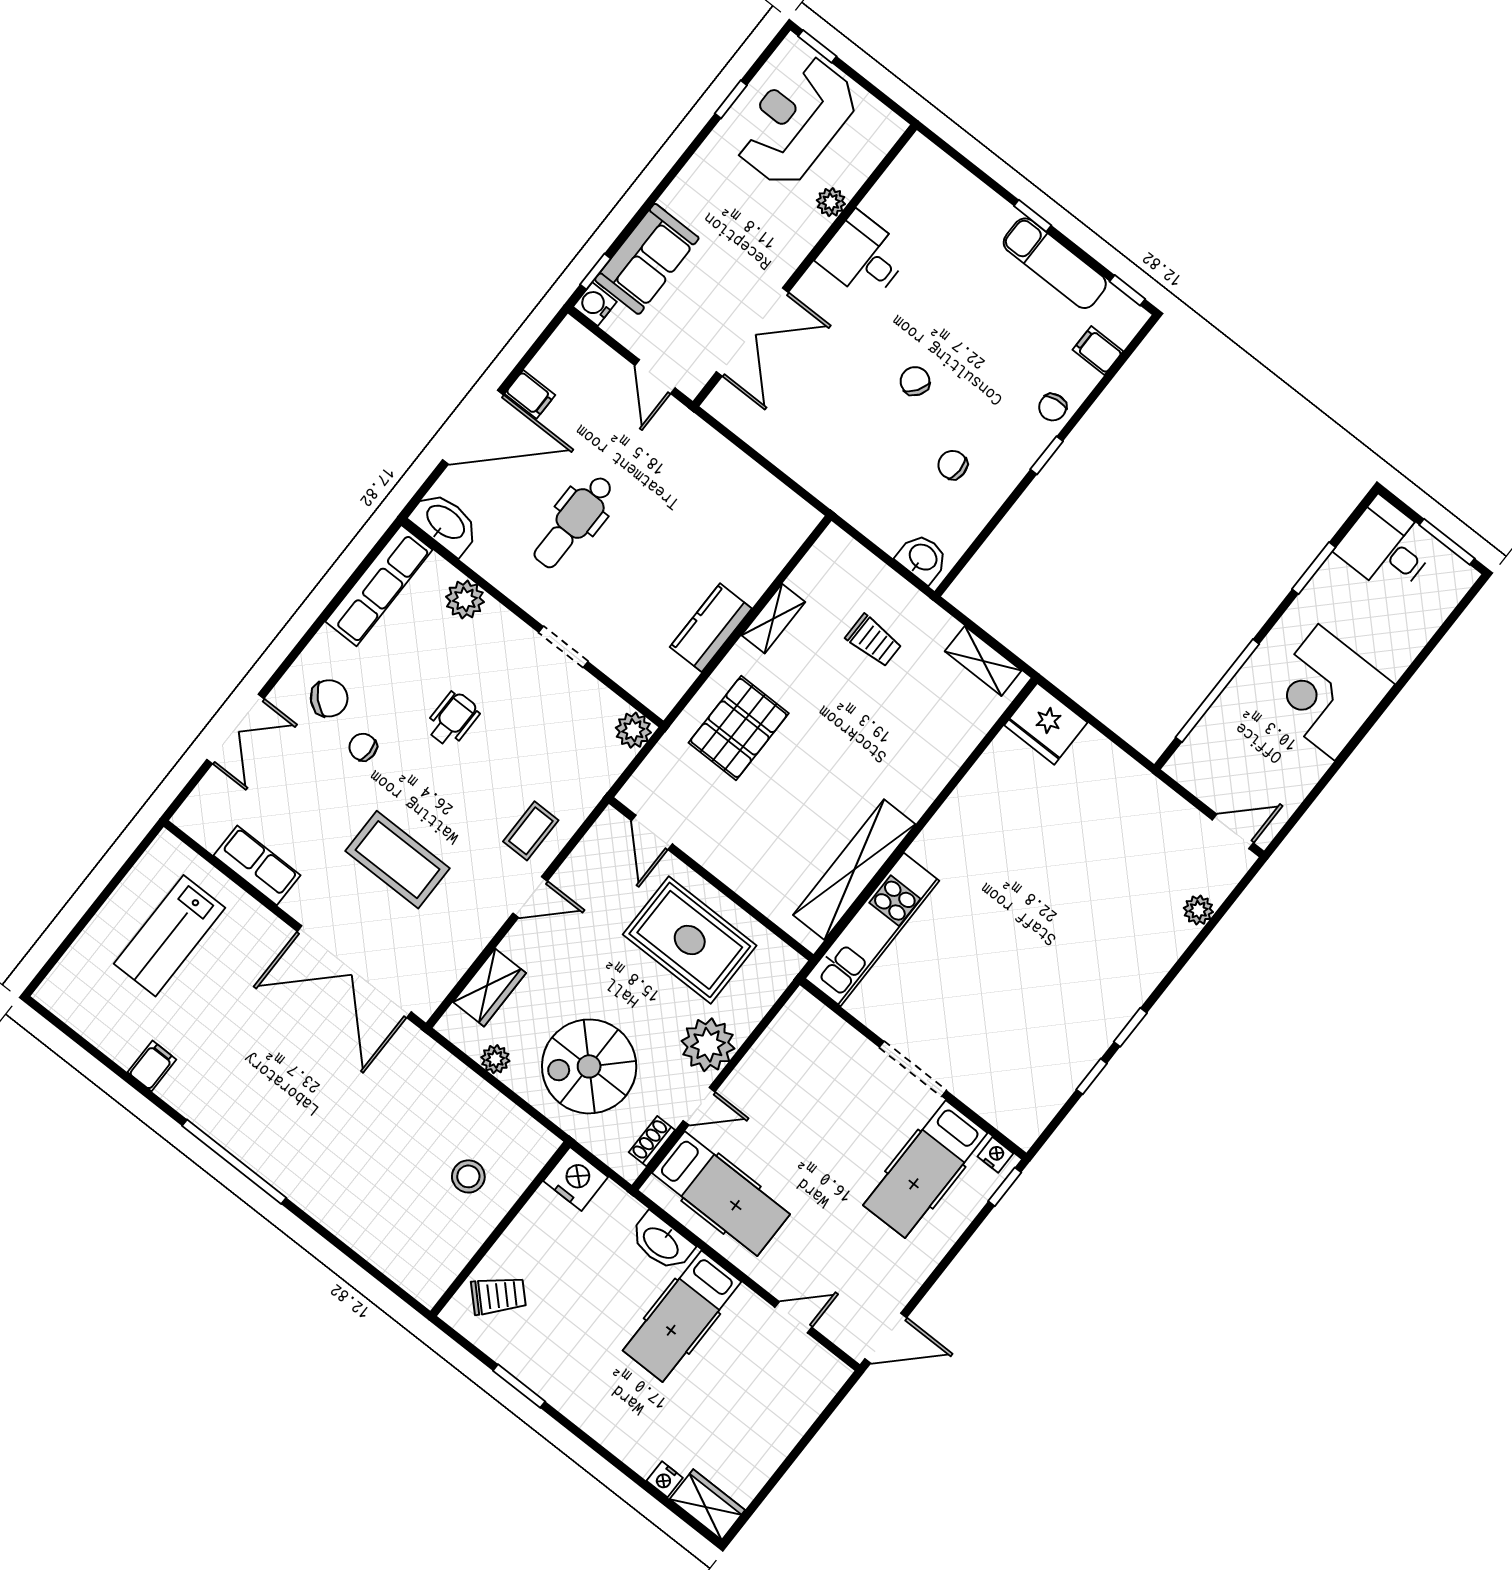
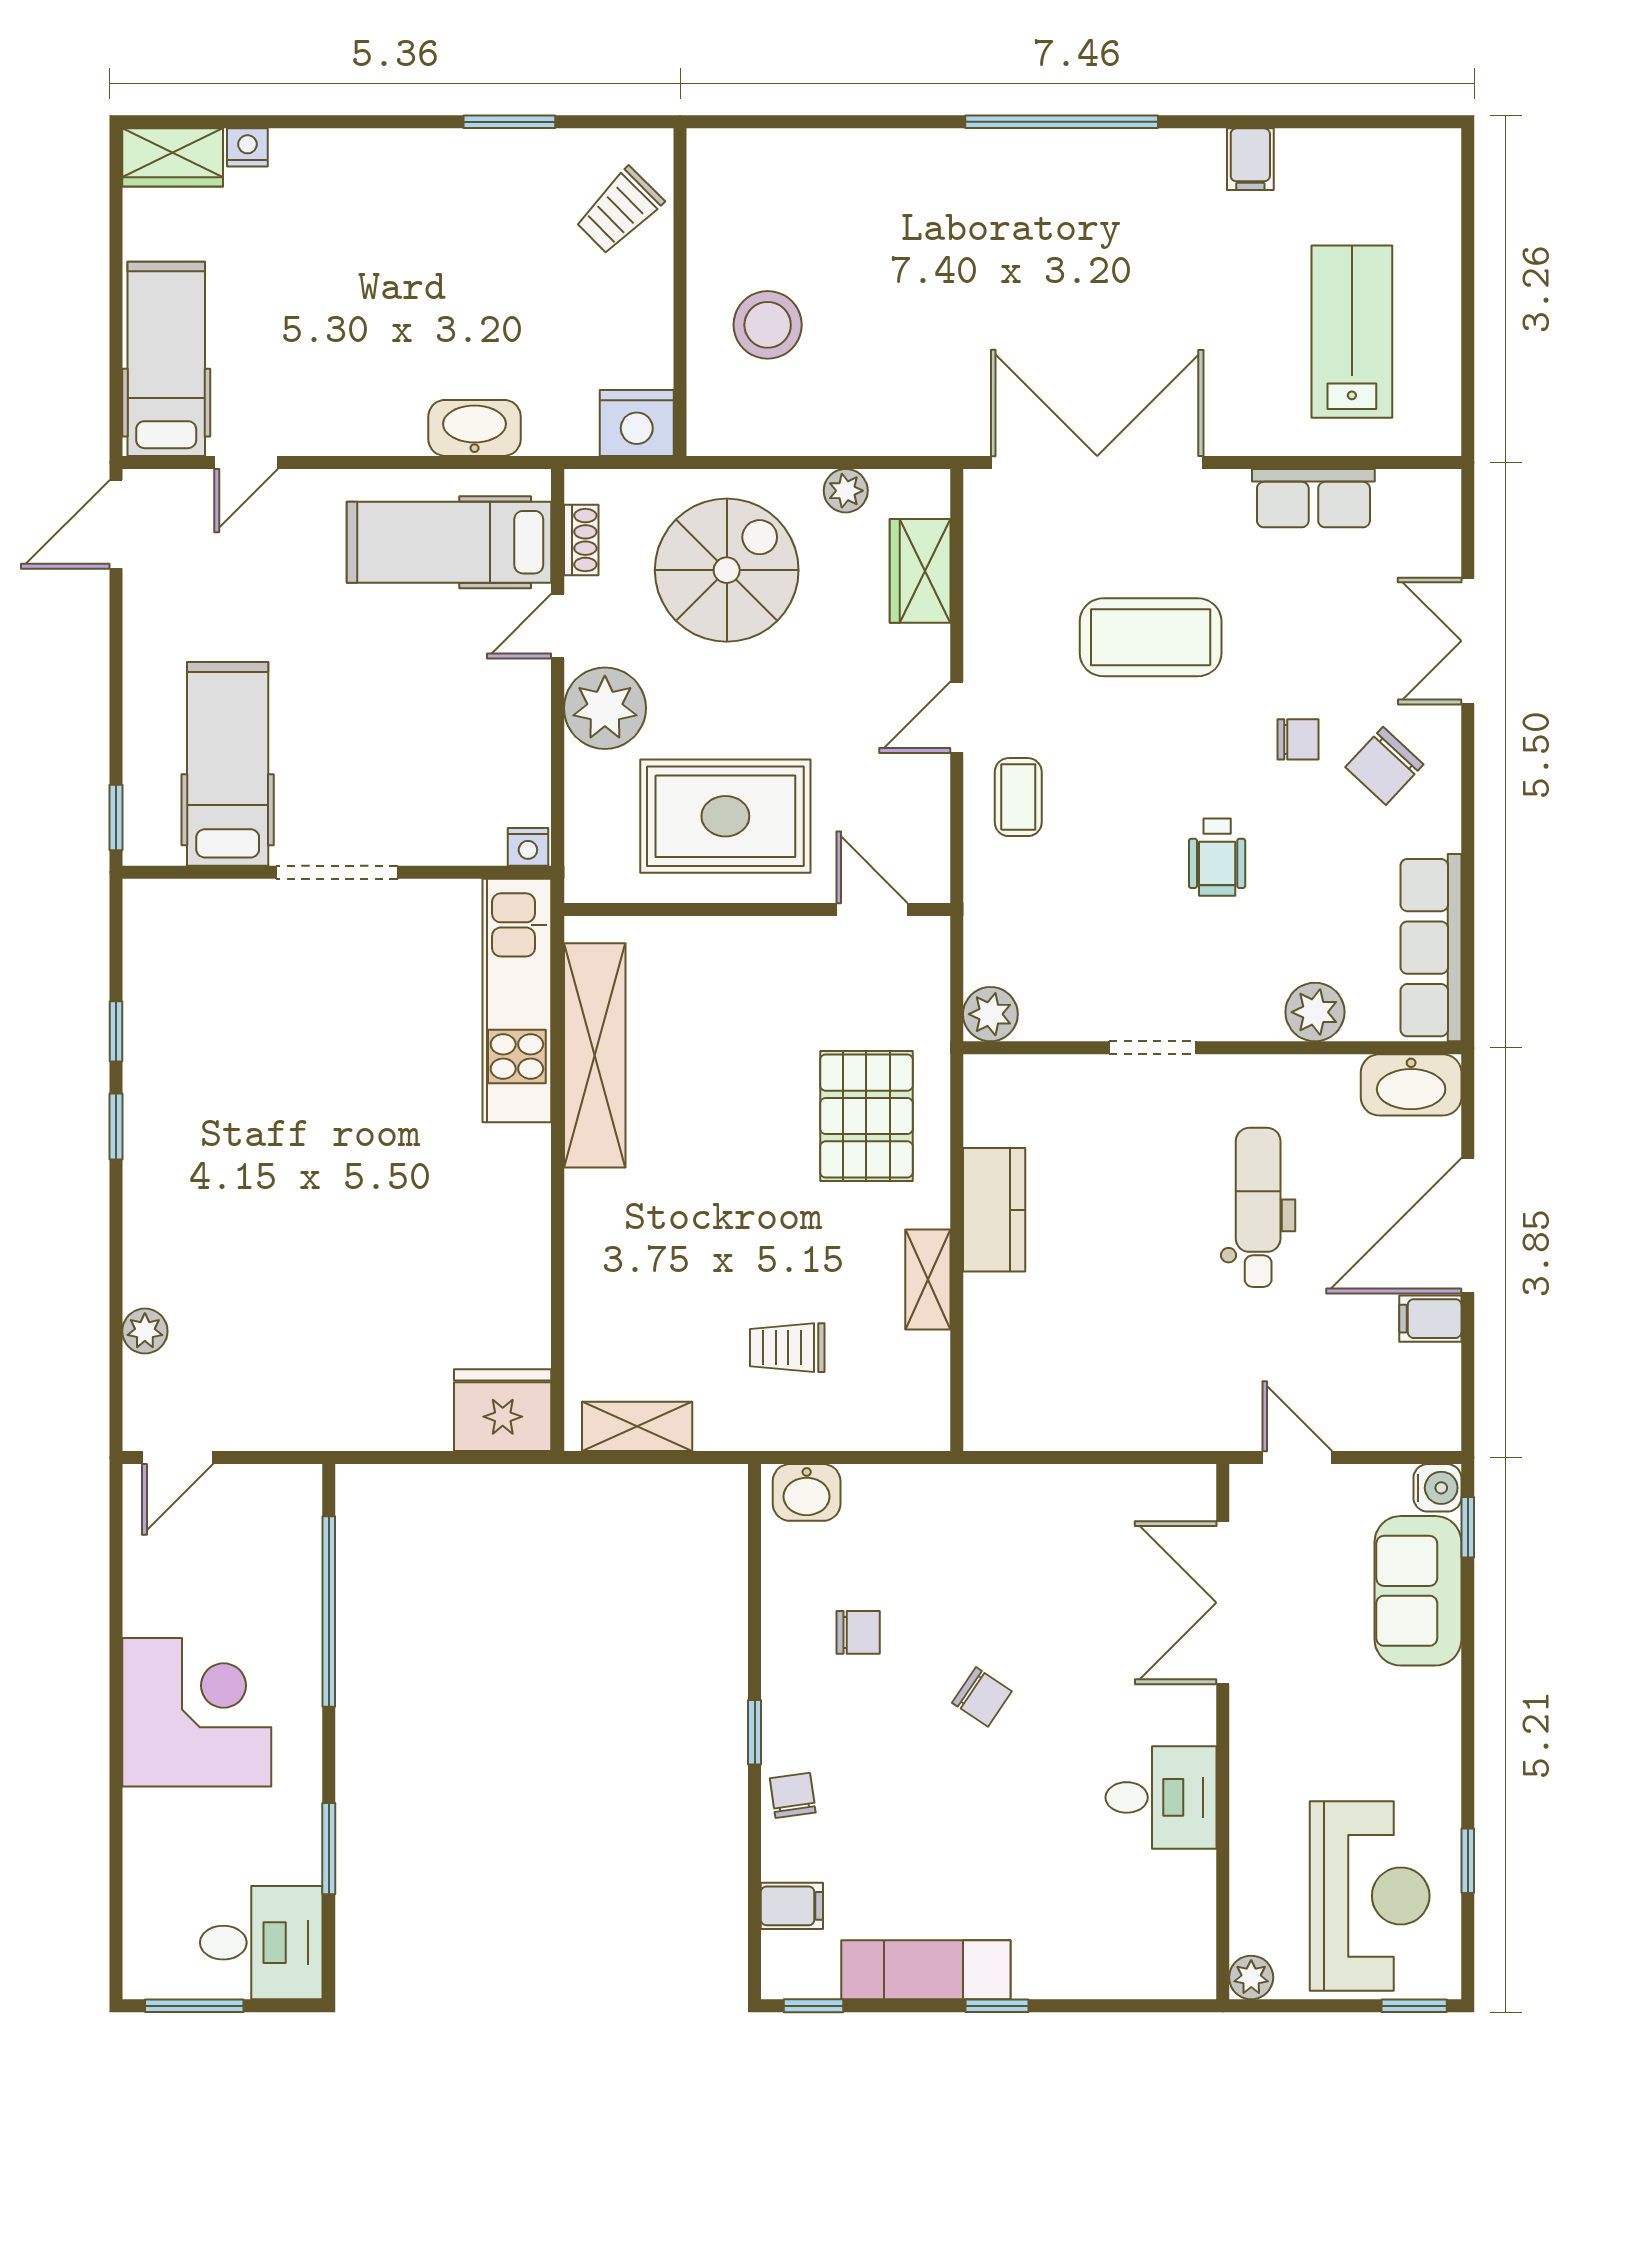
plant: (831, 202) -> (1251, 1977), moved
nightstand: (995, 1155) -> (528, 847), moved
stool: (468, 1176) -> (768, 325), width x1.38, depth x1.38
hospital bed: (682, 1316) -> (166, 359), moved

